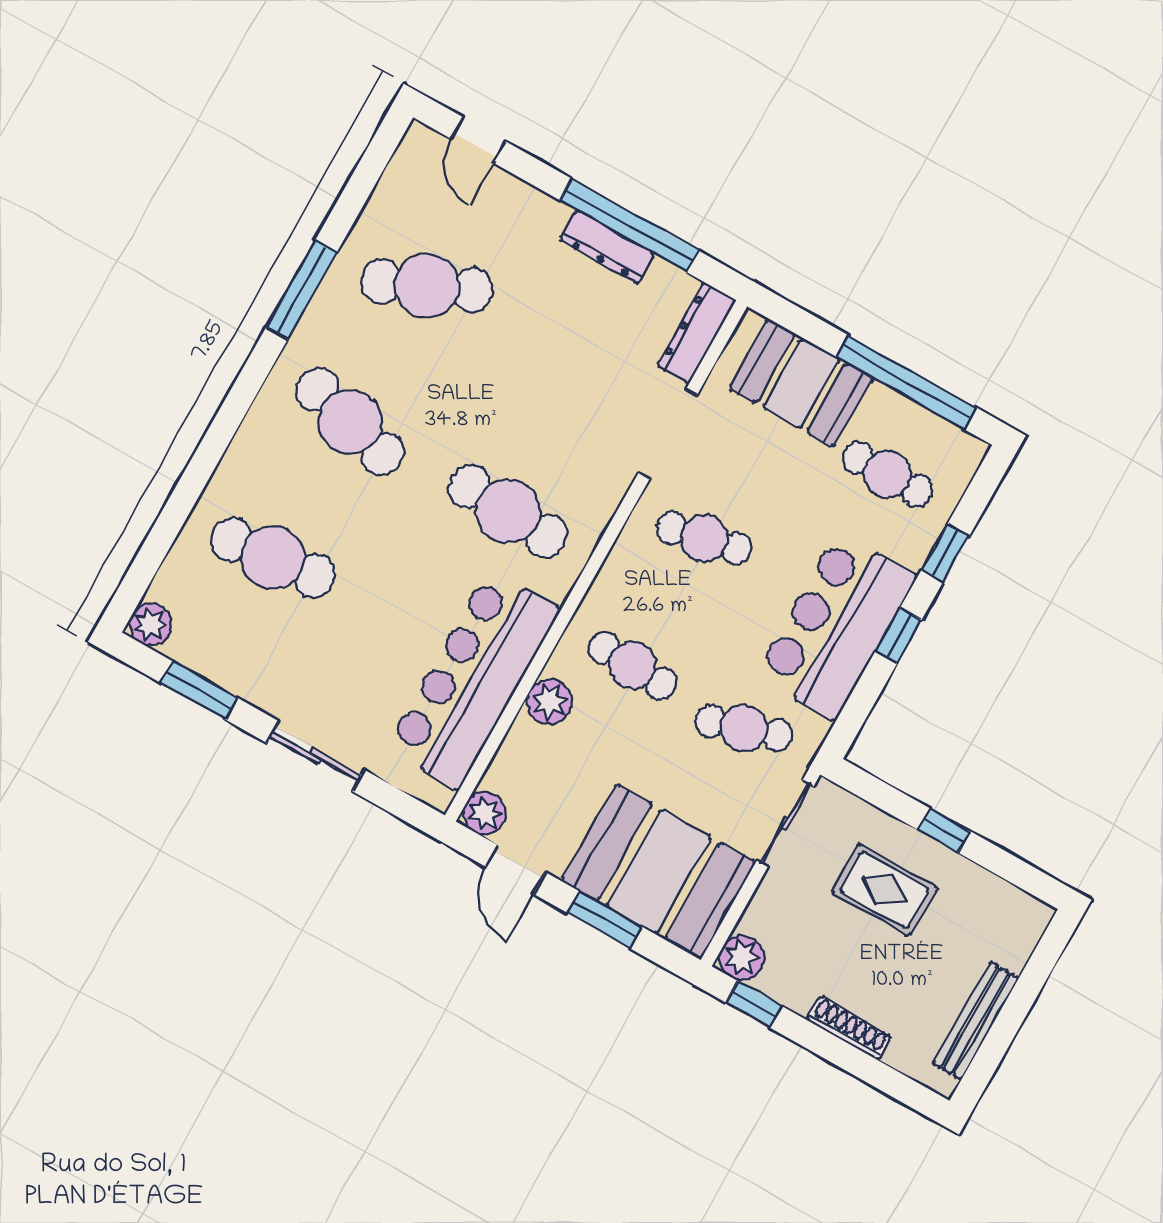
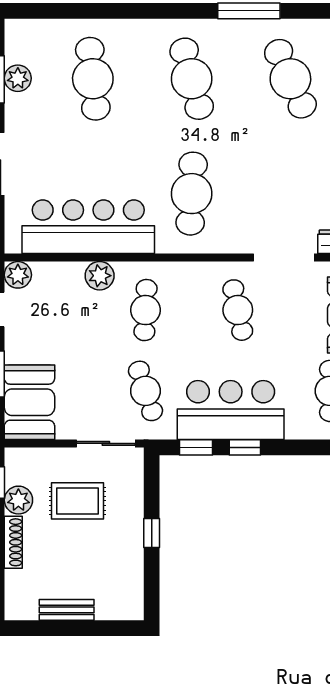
cafe table: (350, 422) -> (192, 79), turned -30
window: (945, 553) -> (196, 447), moved
plant: (150, 625) -> (18, 78), moved
booth: (659, 872) -> (29, 402), width x0.73, depth x0.70
rug: (884, 890) -> (78, 501), moved, turned 90
plant: (742, 958) -> (18, 500), moved
bench: (976, 1021) -> (67, 610), width x0.73

